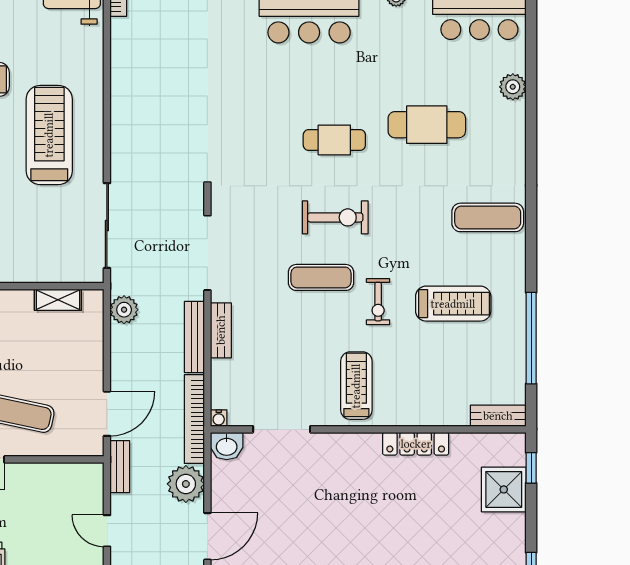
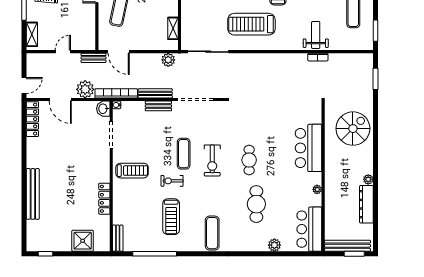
treadmill: (49, 135) -> (251, 24), turned 180
window: (531, 468) -> (93, 254), removed

